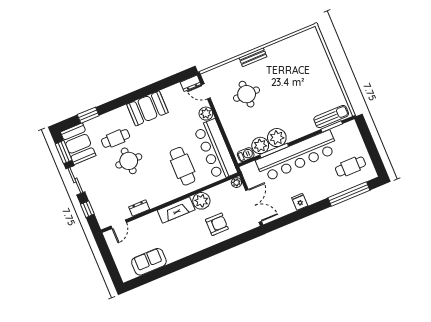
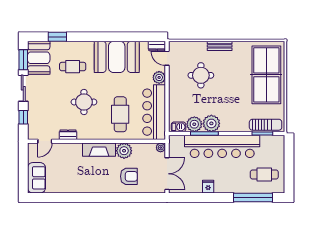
table tennis table: (311, 67) -> (266, 75), added
booth: (147, 108) -> (117, 57), width x1.36, depth x1.42
round table: (129, 161) -> (84, 102), moved
sofa: (149, 262) -> (36, 178), moved, turned 90

